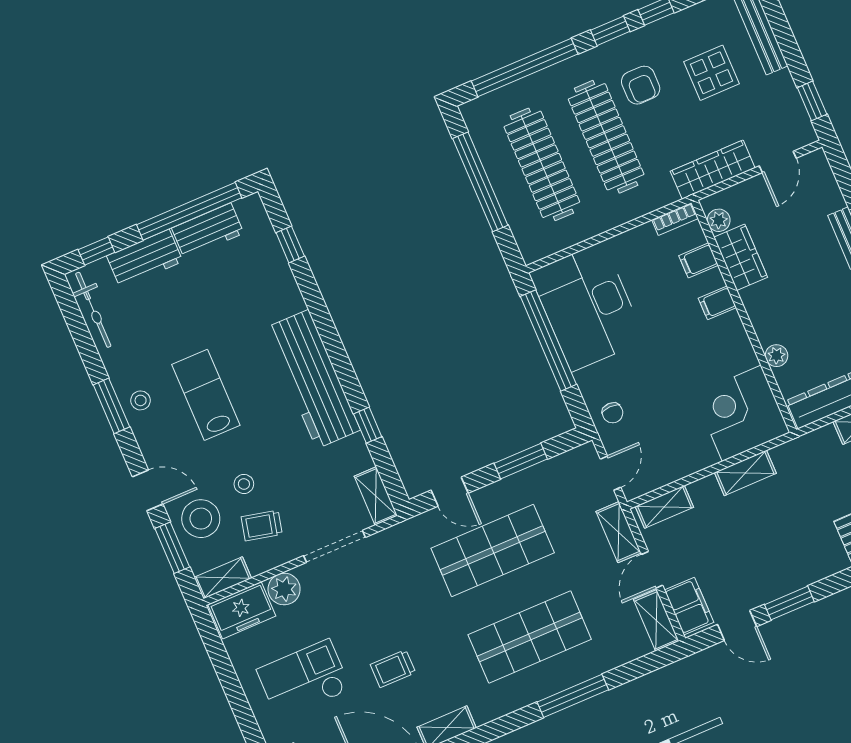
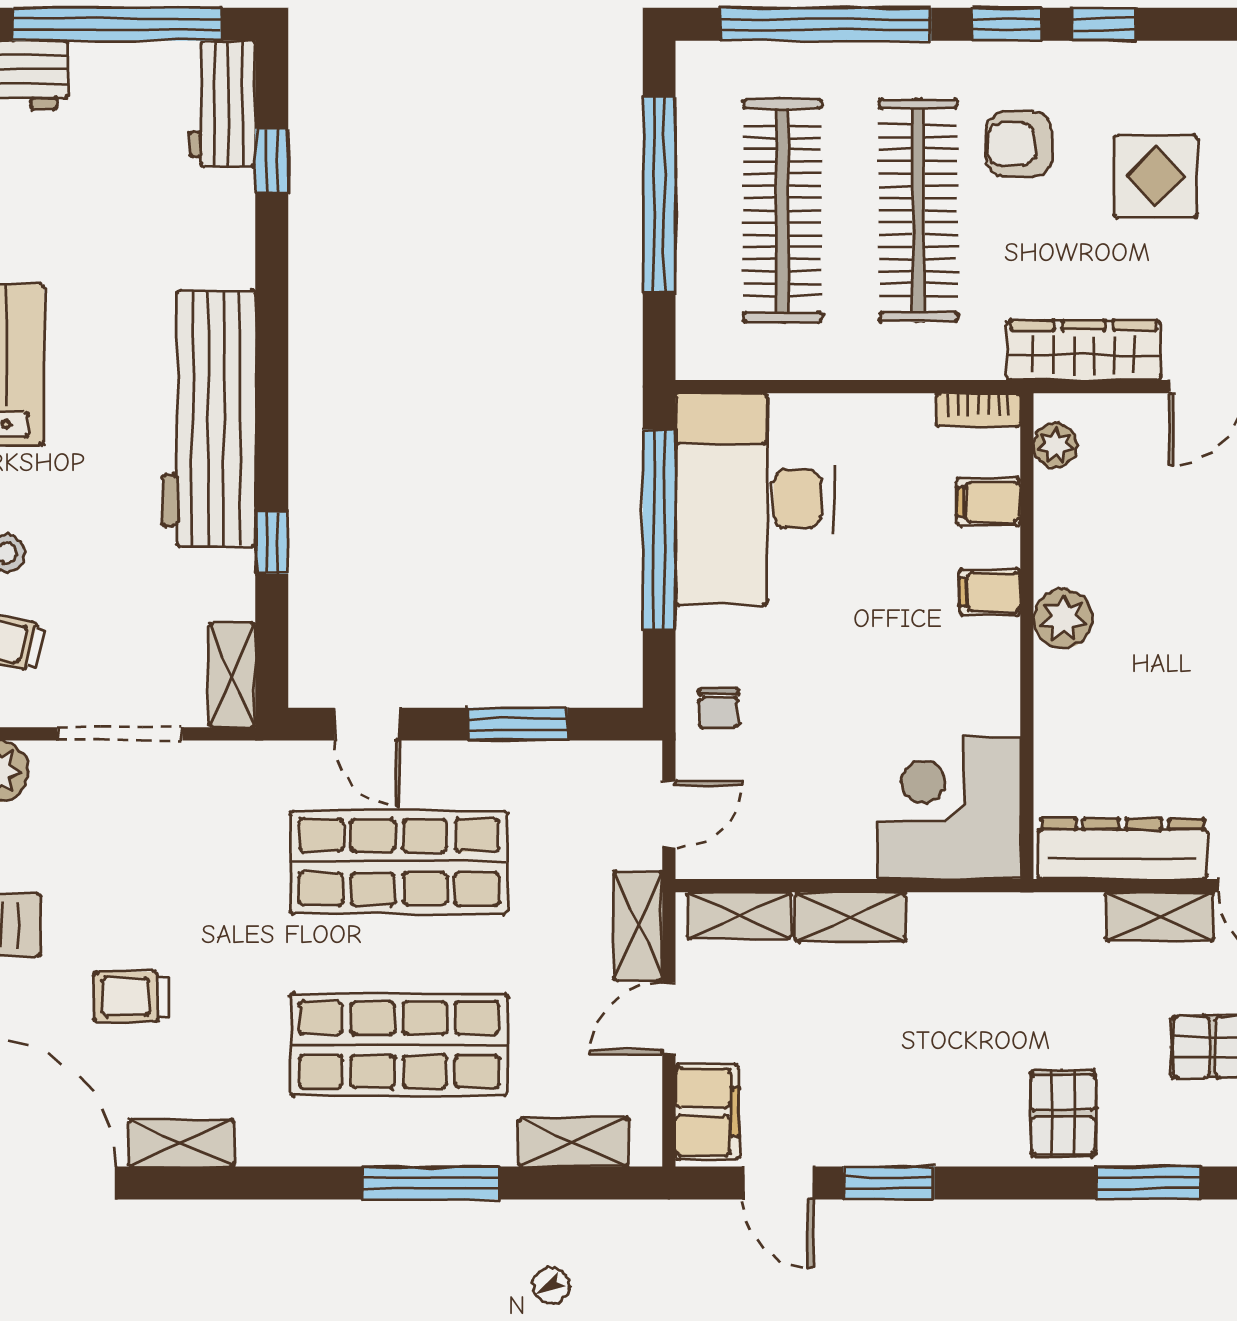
armchair: (641, 85) -> (1019, 144), turned 90
workbench: (208, 231) -> (223, 104), moved, turned 90
wardrobe: (741, 257) -> (1066, 528), removed
plant: (776, 356) -> (1063, 619), moved, width x1.38, depth x1.38
shelving: (745, 473) -> (850, 917), moved
shelving: (656, 620) -> (573, 1142), moved, turned 90

